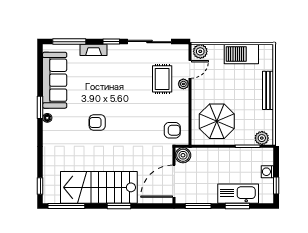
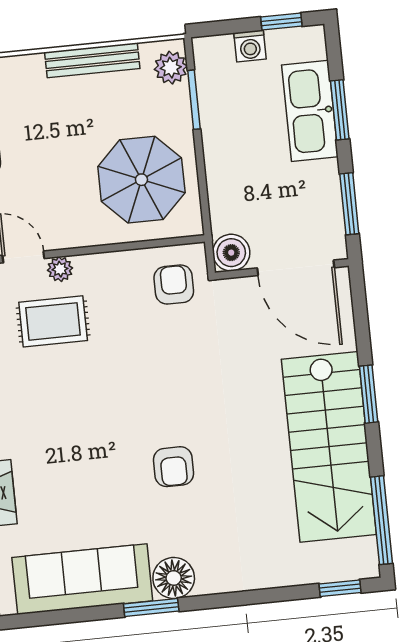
bench: (268, 90) -> (92, 60), moved
floor lamp: (47, 118) -> (174, 578), width x1.89, depth x1.89

